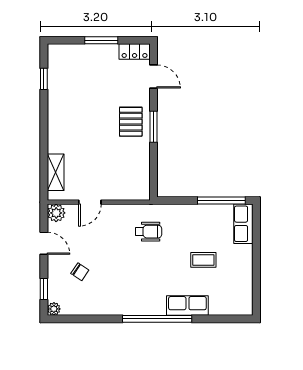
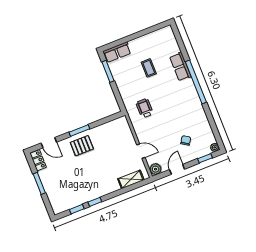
door: (154, 77) -> (49, 143), swing flipped
window: (44, 109) -> (95, 202), added
window: (221, 200) -> (108, 71), width x0.69

